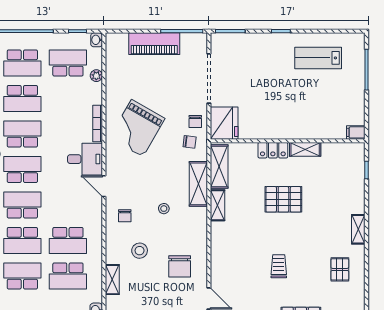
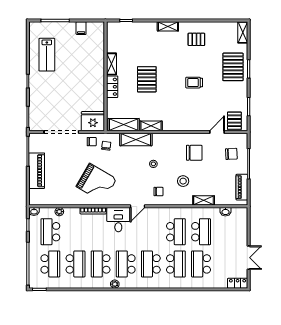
filing cabinet: (356, 132) -> (81, 28), moved

